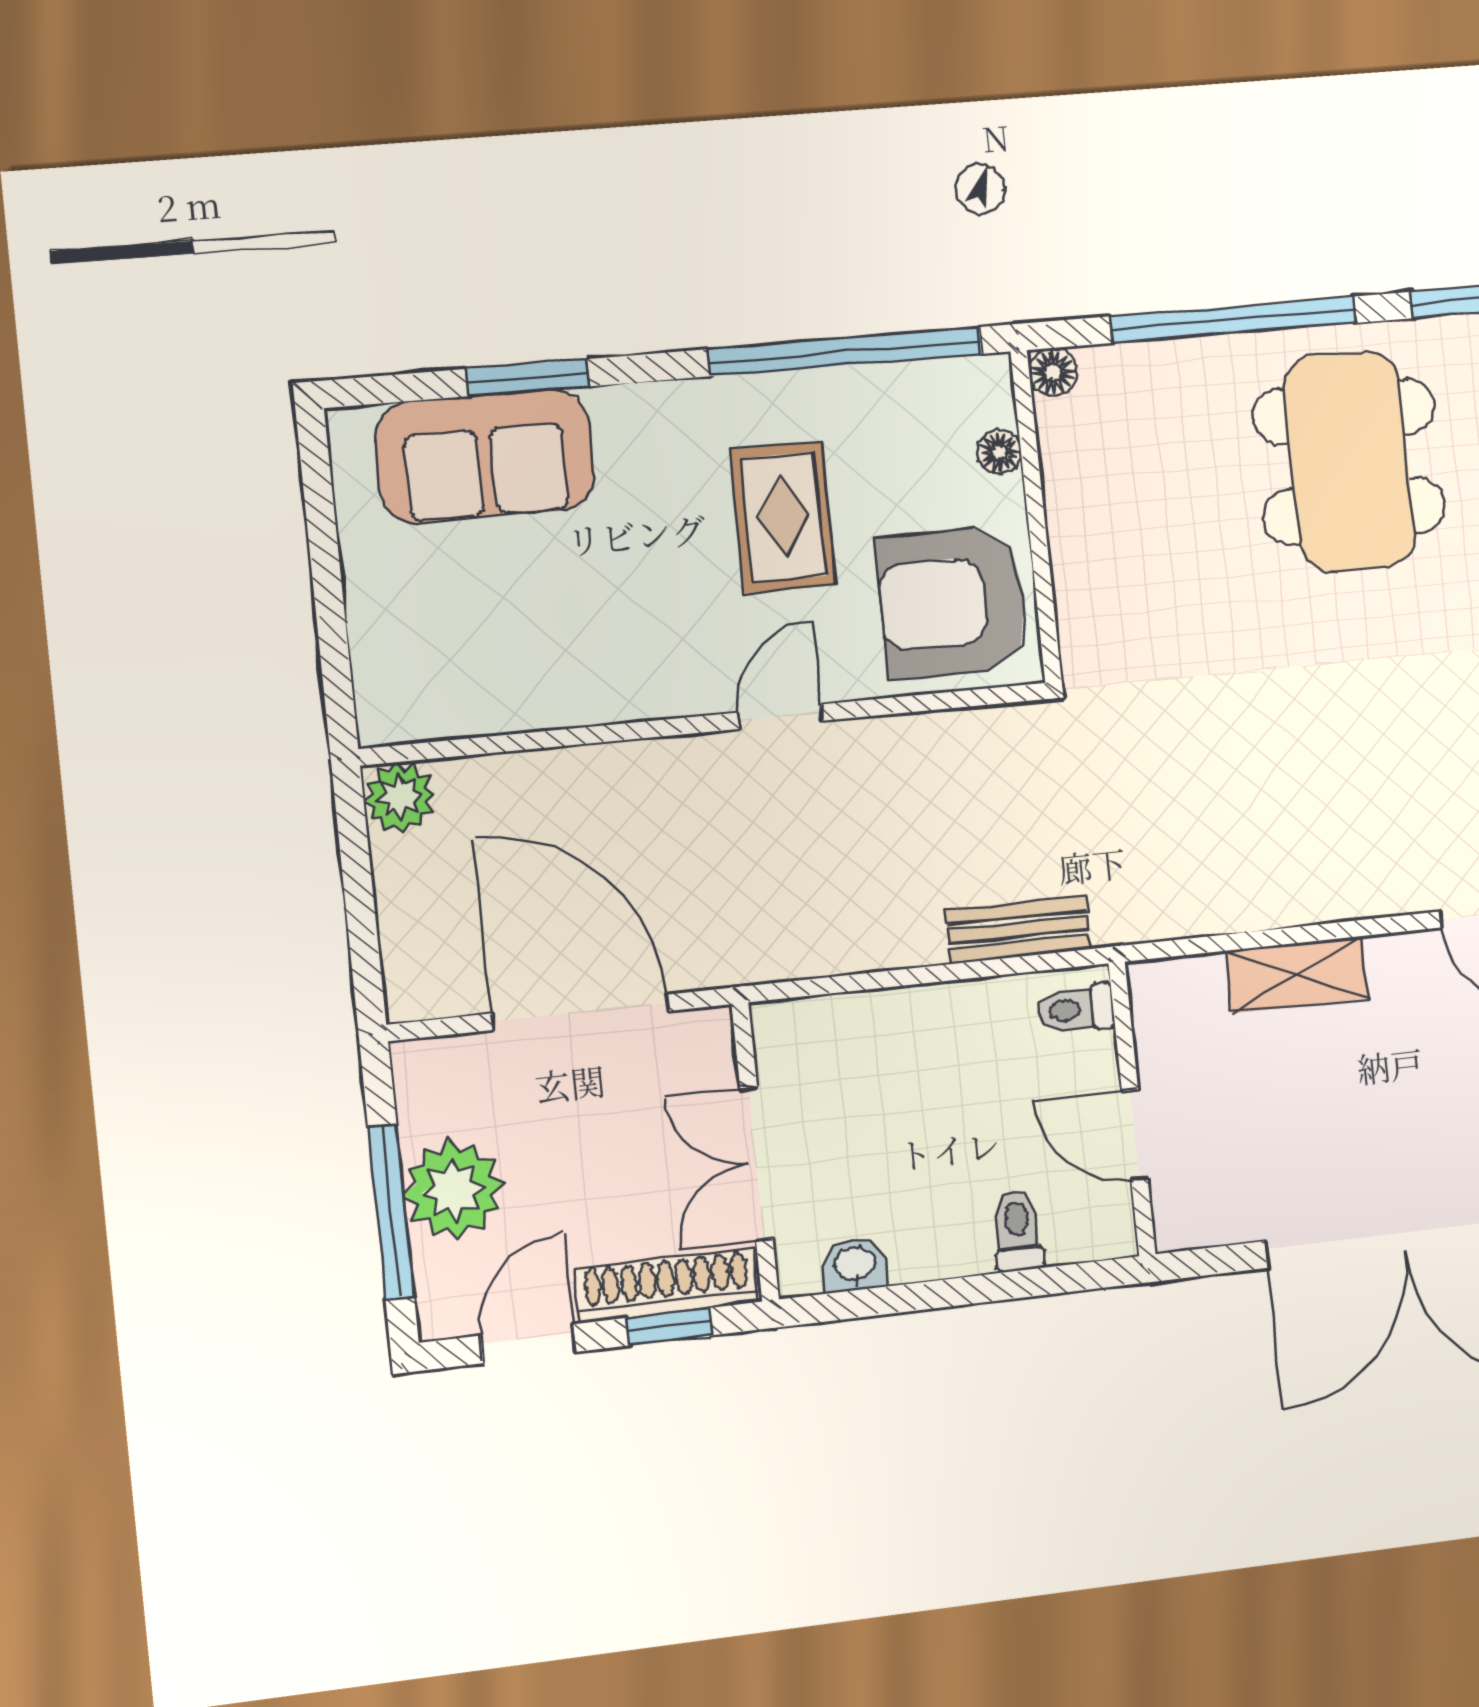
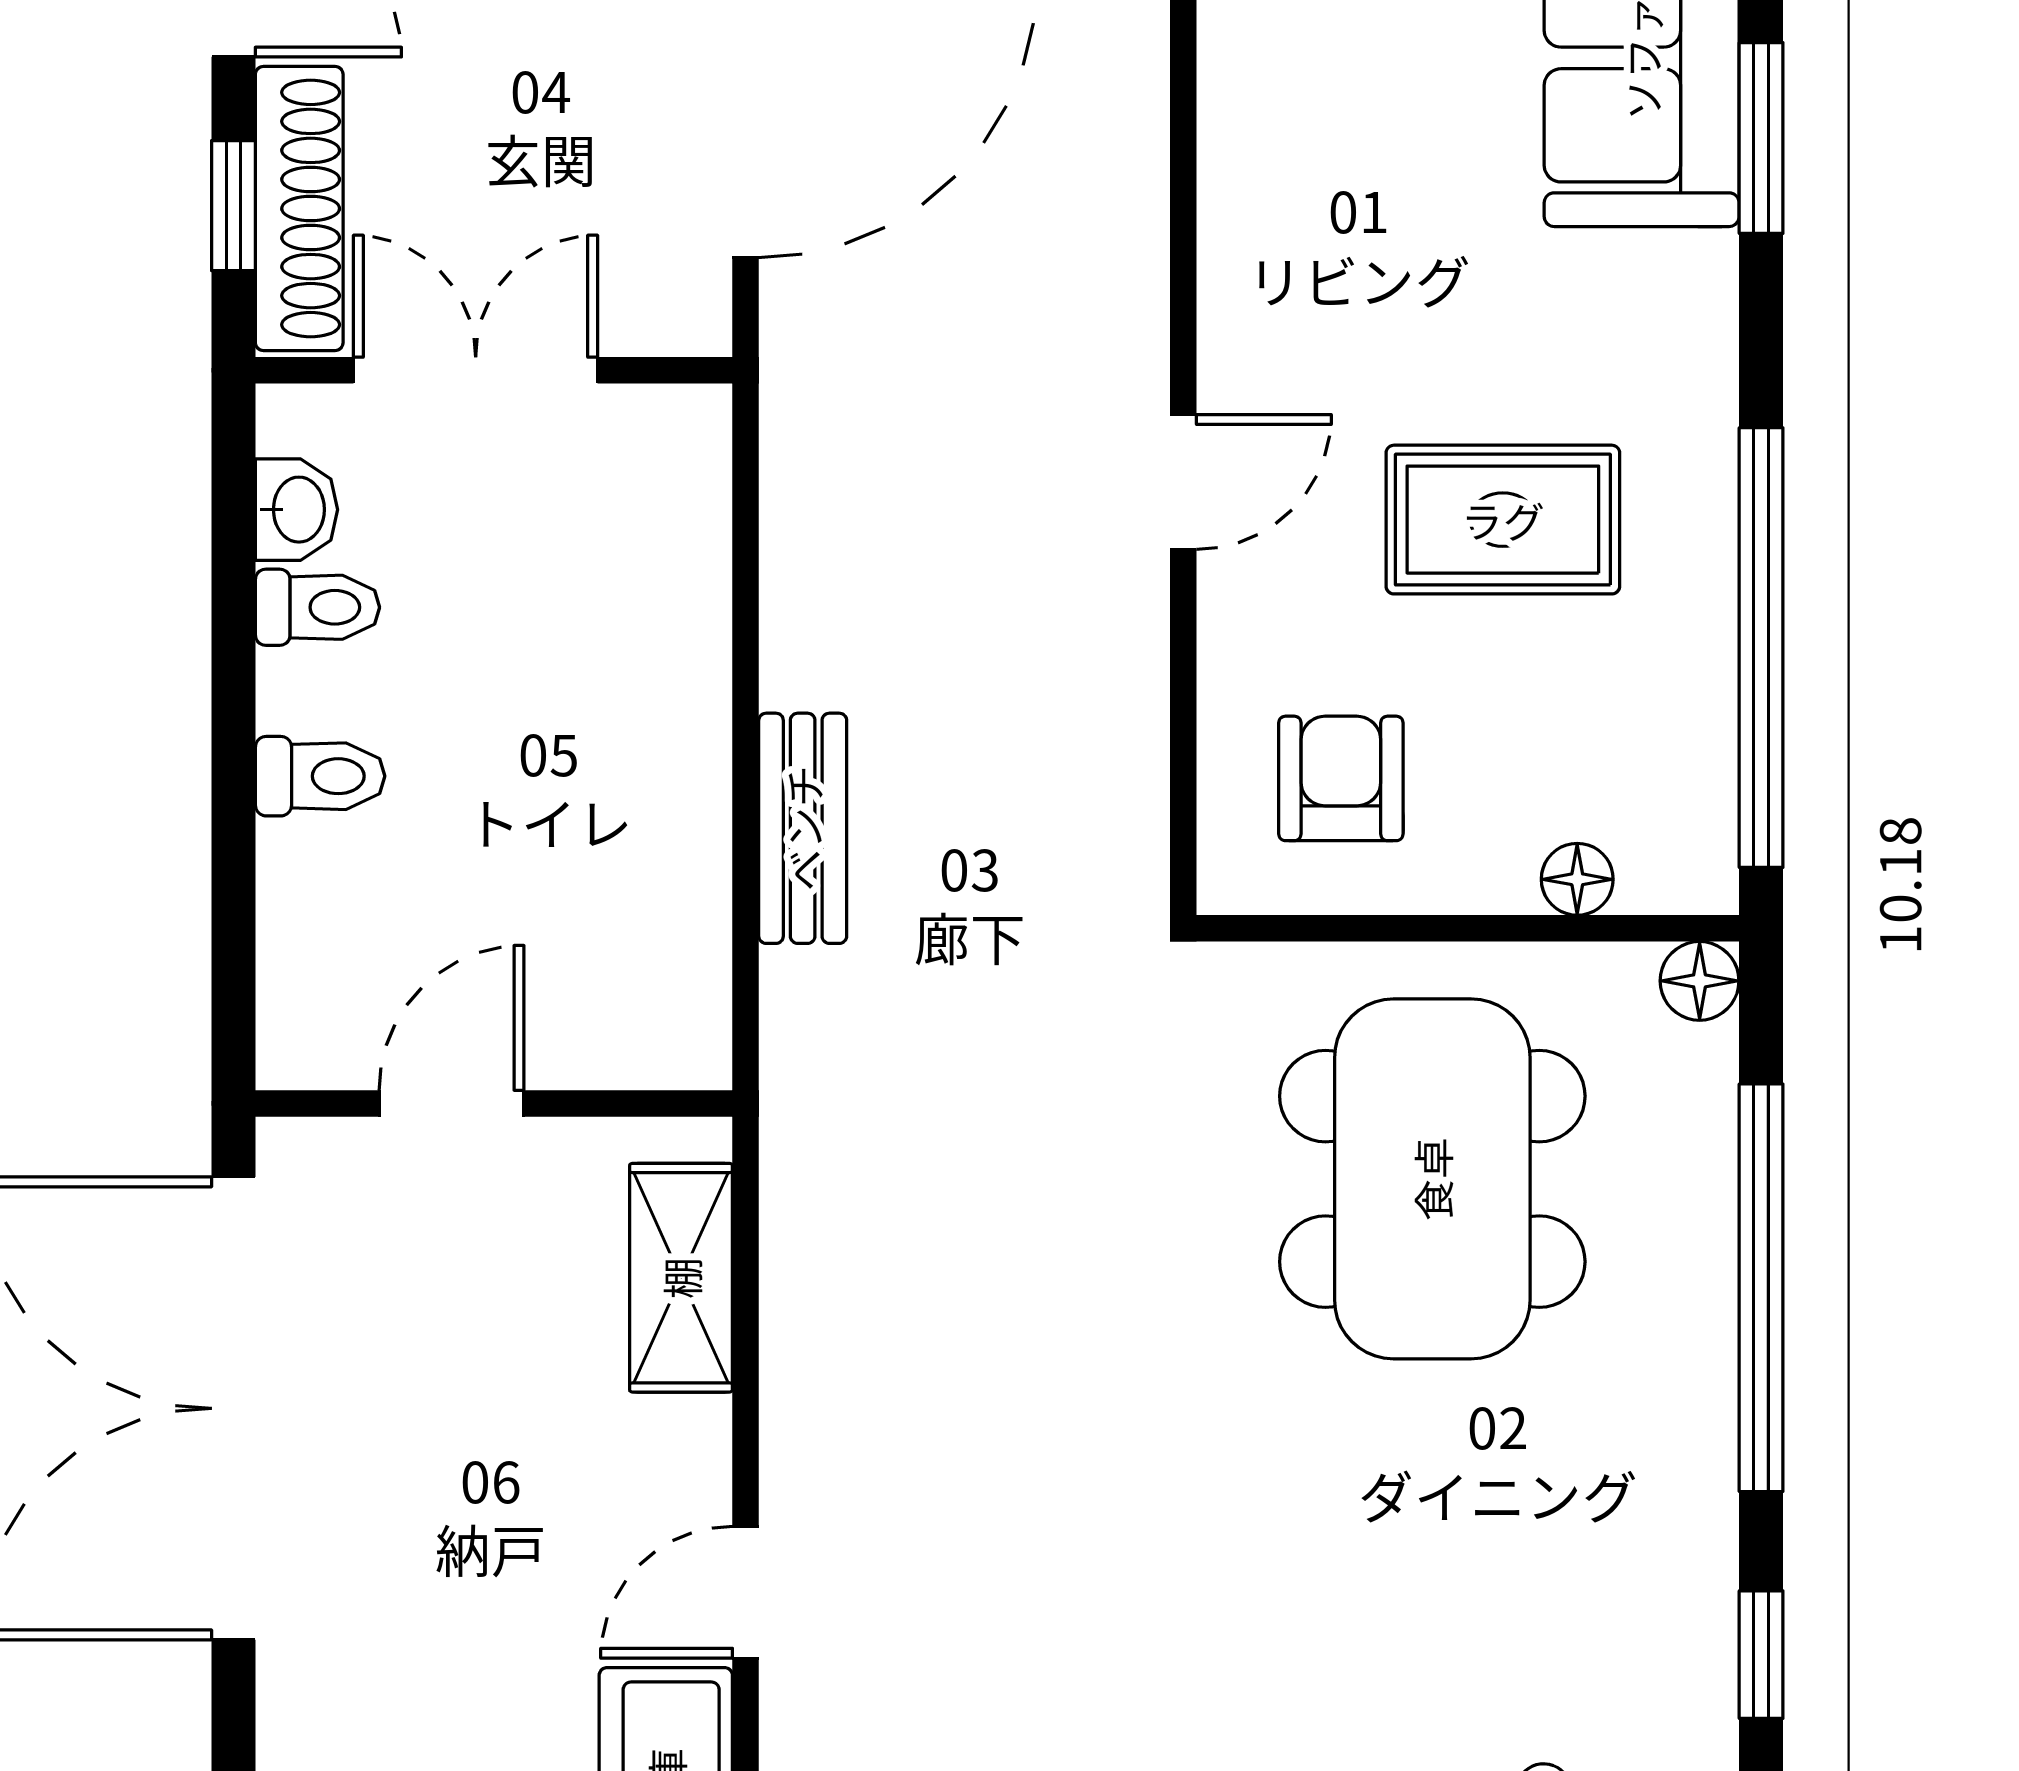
dining table: (1349, 461) -> (1432, 1179), moved, turned 90
armchair: (953, 602) -> (1341, 778), width x0.53, depth x0.53
door: (780, 717) -> (1183, 482), hinge flipped
toilet: (1075, 1009) -> (317, 607), moved, turned 90
wall: (1132, 1109) -> (494, 1103), moved
door: (1135, 1135) -> (452, 1103), moved

